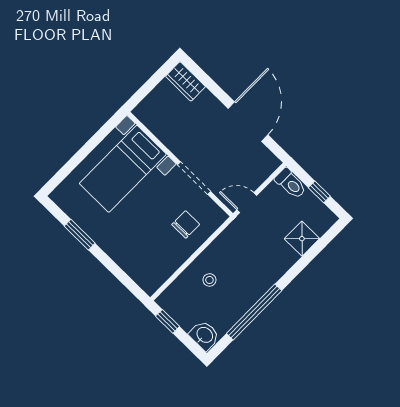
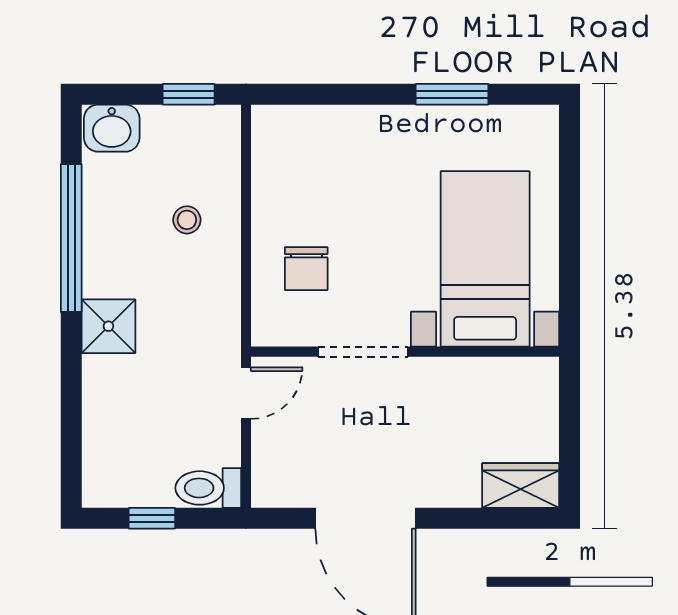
shower: (302, 239) -> (108, 326), moved

